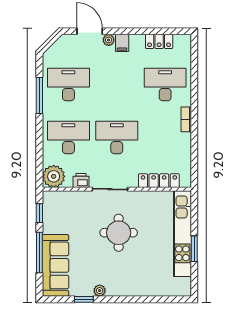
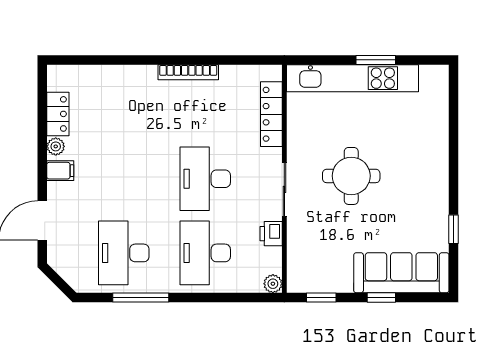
plant: (109, 40) -> (56, 146), moved
desk: (165, 84) -> (124, 105), removed
bookcase: (186, 119) -> (188, 72), width x1.56
plant: (54, 176) -> (273, 284), width x0.53, depth x0.53
window: (39, 252) -> (381, 298), width x0.46
plant: (100, 291) -> (440, 205), removed

